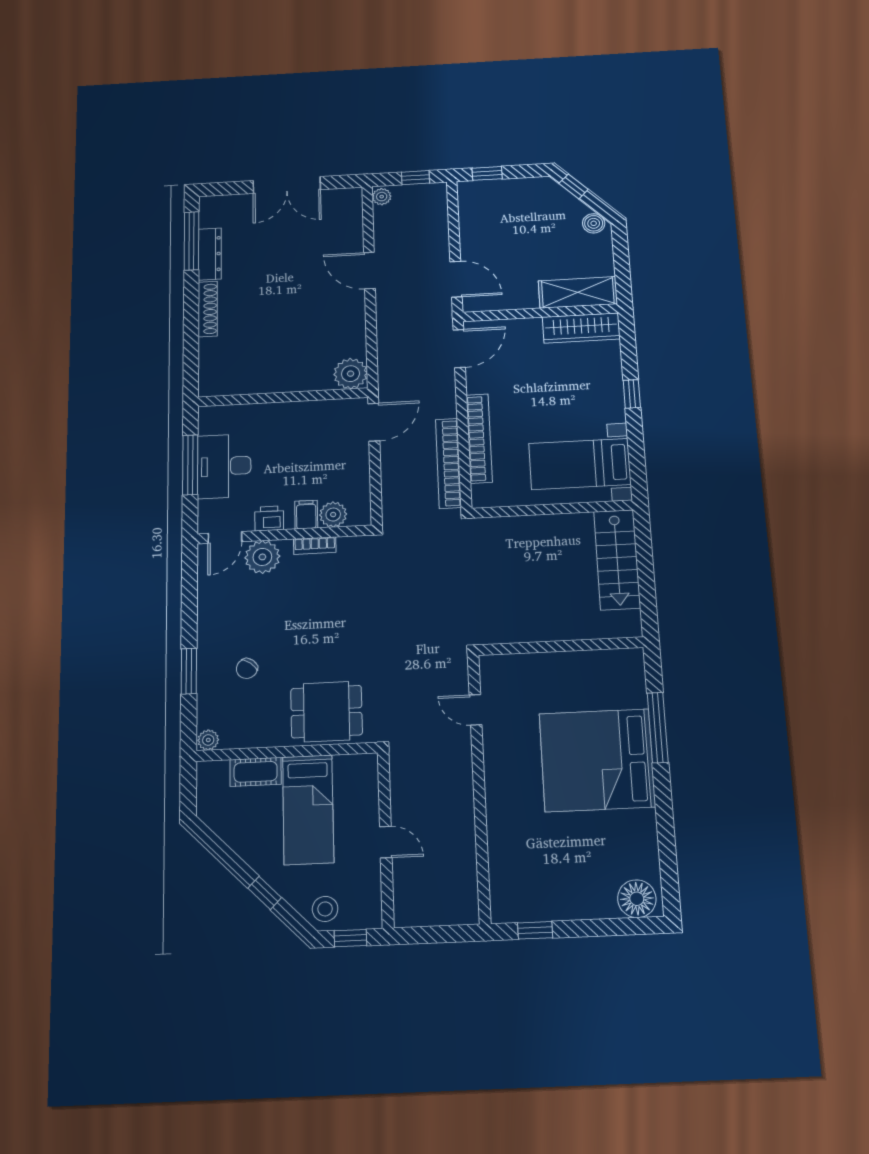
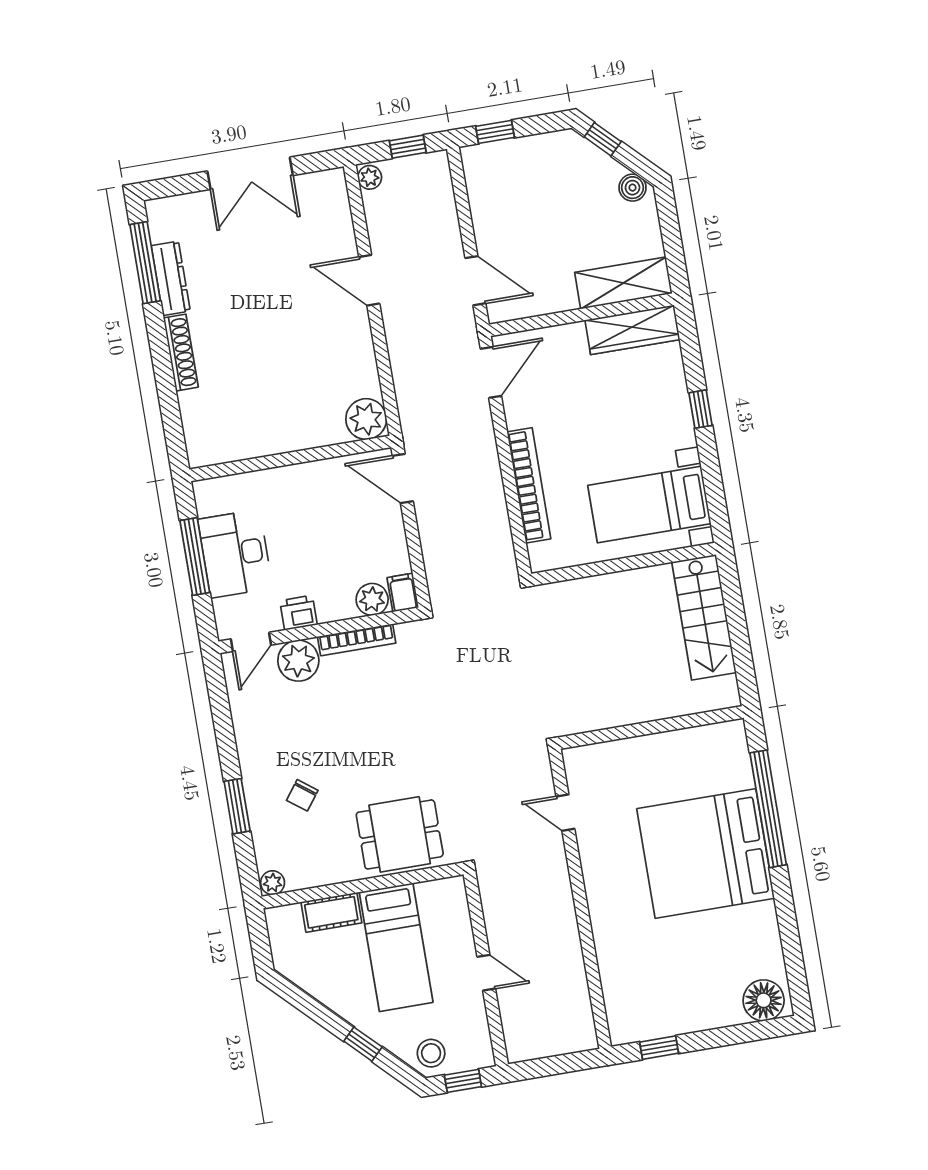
door: (374, 422) -> (403, 478), swing flipped
bookcase: (448, 463) -> (497, 521), removed
filing cabinet: (306, 515) -> (403, 593), moved
bookcase: (315, 546) -> (357, 640), width x1.56
window: (658, 728) -> (768, 809), width x1.46

